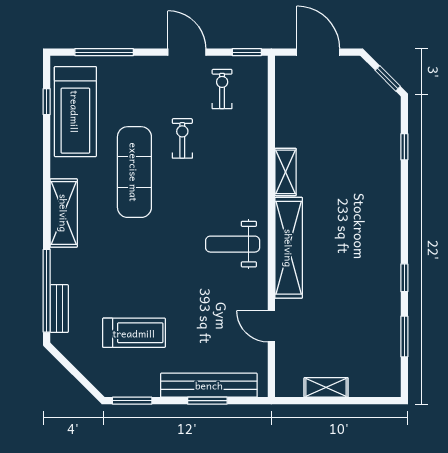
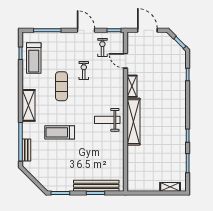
treadmill: (75, 112) -> (34, 58), width x0.73, depth x0.73
exercise mat: (134, 172) -> (61, 86), width x0.73, depth x0.69
door: (271, 326) -> (125, 61), moved
treadmill: (134, 333) -> (60, 132), moved, turned 180
shelving: (326, 387) -> (170, 187), moved

